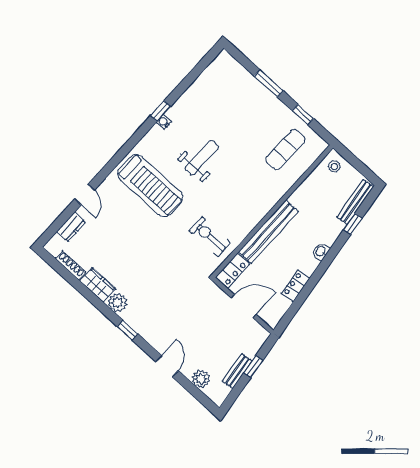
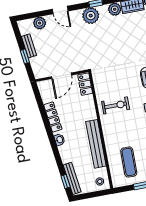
window: (353, 224) -> (66, 182), moved
bench: (268, 232) -> (96, 144), moved
exercise bike: (210, 237) -> (116, 105), moved
locker: (296, 286) -> (53, 117), width x1.53
plant: (146, 325) -> (91, 16), added

